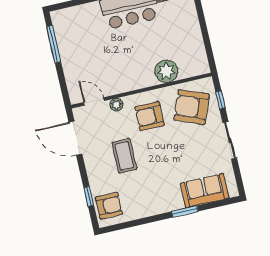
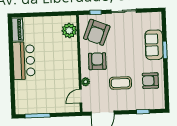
plant: (166, 71) -> (69, 31), moved
armchair: (150, 116) -> (97, 61), turned 180
sofa: (205, 191) -> (154, 45), moved
armchair: (109, 206) -> (150, 81), moved, turned -90

